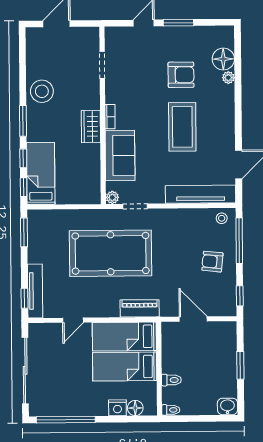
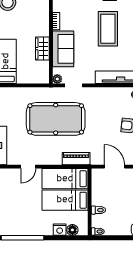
wardrobe: (91, 127) -> (42, 49), moved

